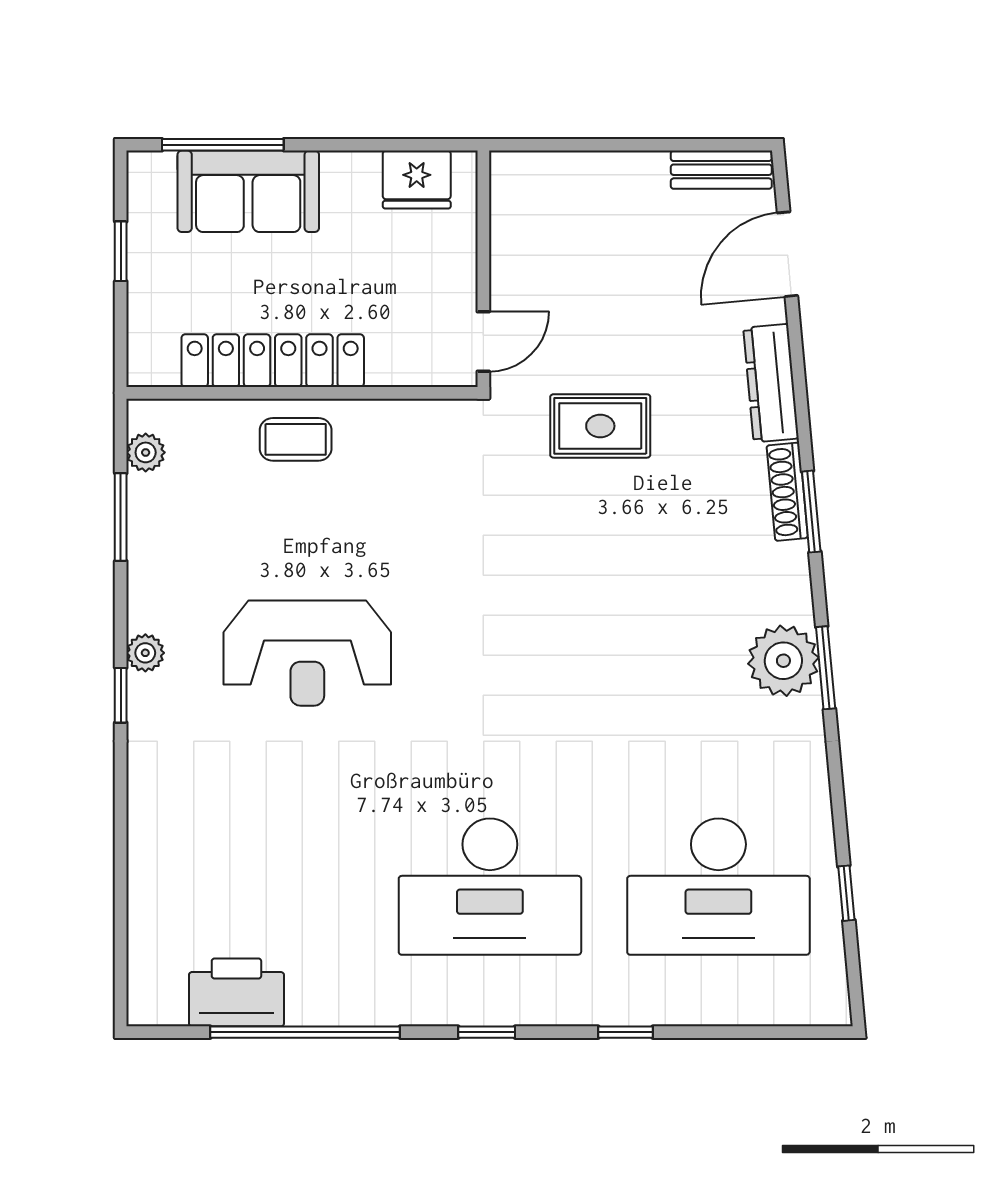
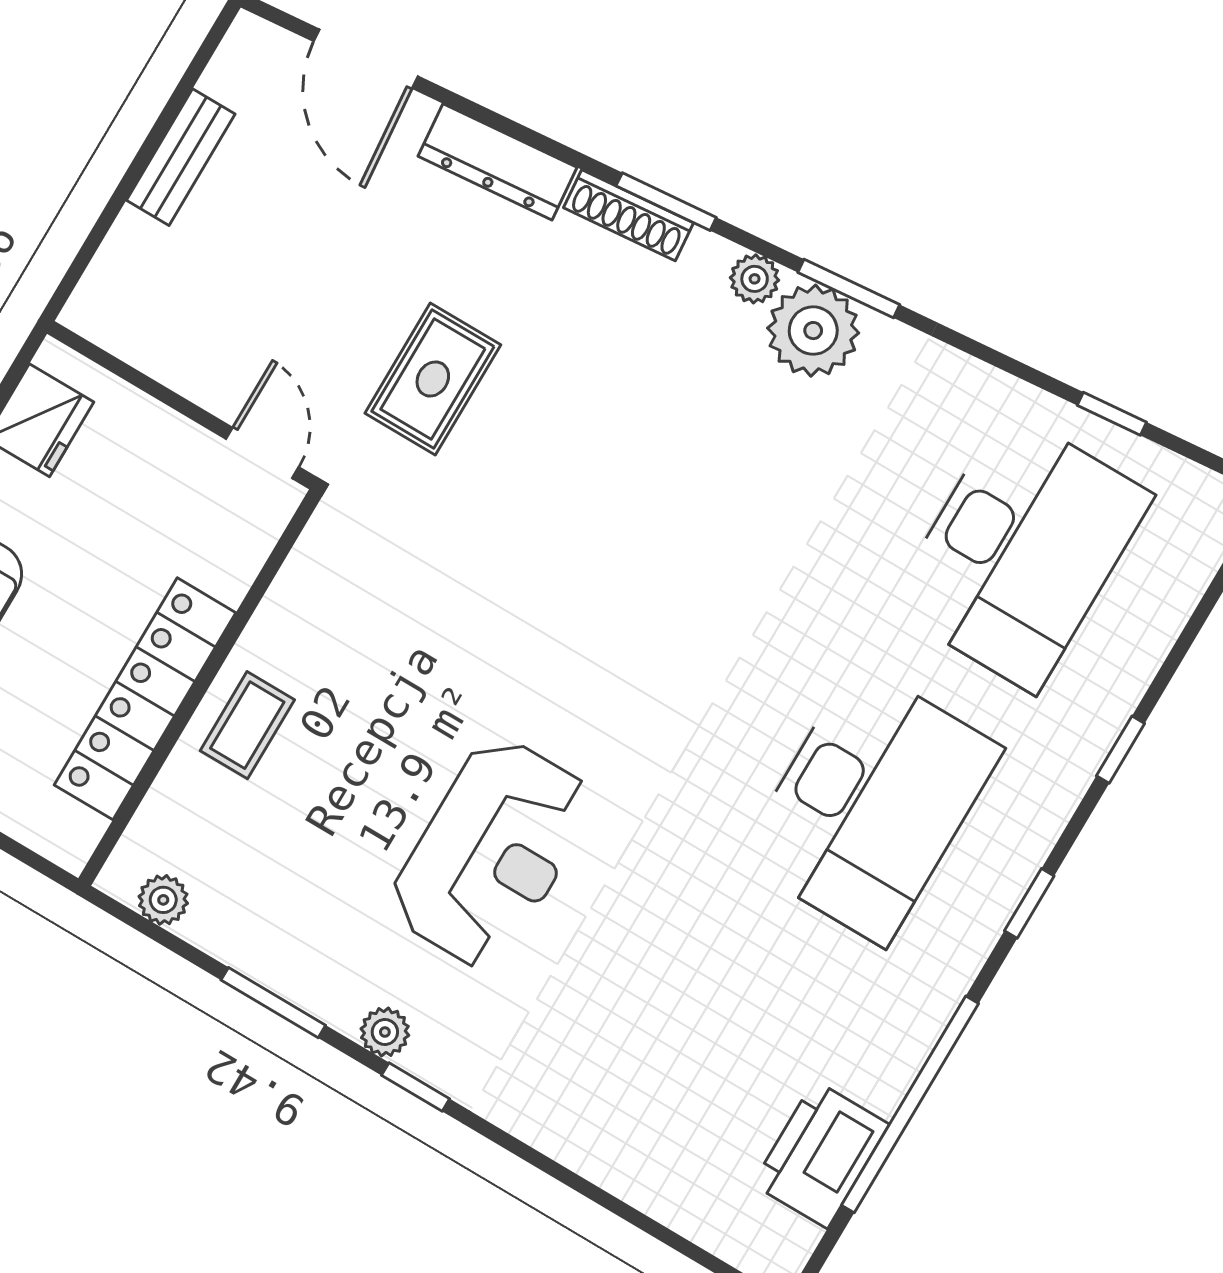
bench: (721, 170) -> (181, 157), moved
window: (121, 517) -> (273, 1003), moved
plant: (795, 601) -> (755, 279), added

